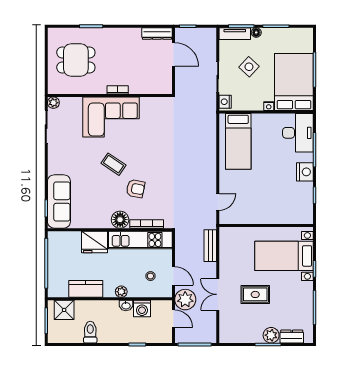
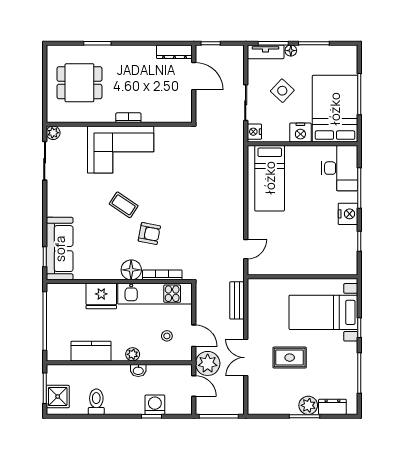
nightstand: (269, 106) -> (300, 133), width x1.89, depth x1.79
washing machine: (142, 309) -> (155, 405), moved, turned 180
shower: (64, 310) -> (58, 397), moved

